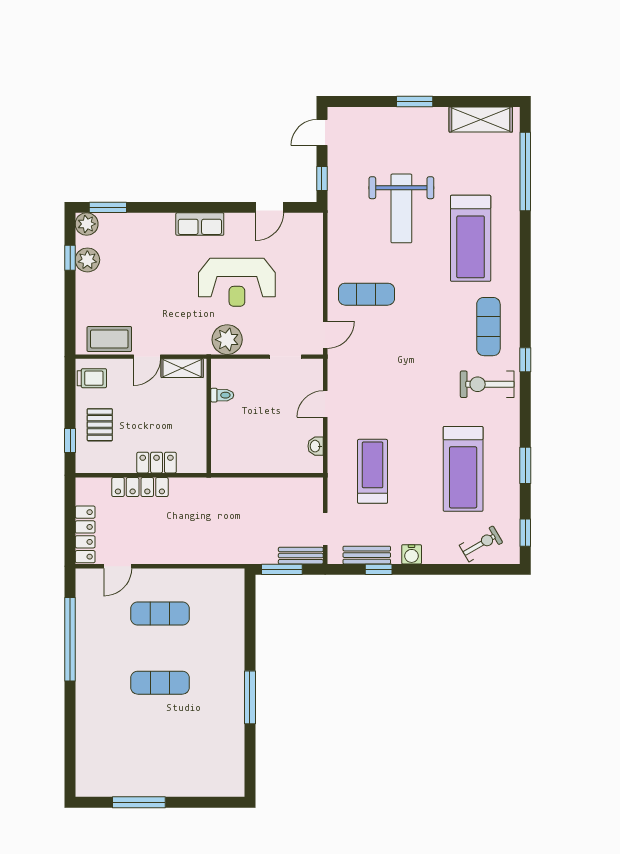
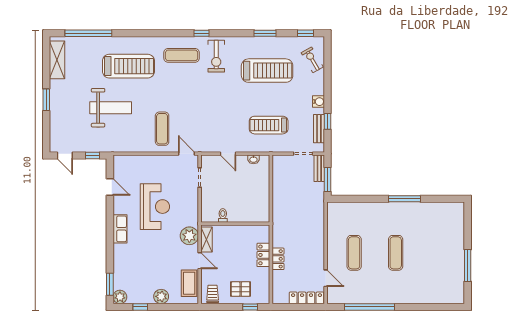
plant: (87, 260) -> (161, 296), moved
plant: (227, 340) -> (189, 236), moved
locker: (140, 487) -> (278, 259), width x0.66

